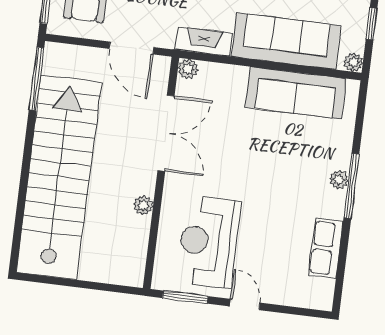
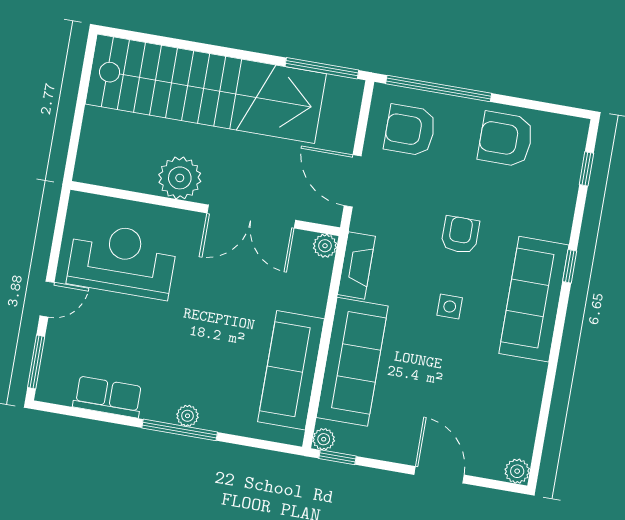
window: (372, 24) -> (338, 457), moved
door: (132, 48) -> (353, 181), hinge flipped
plant: (143, 205) -> (180, 178), width x1.88, depth x1.88
window: (185, 297) -> (36, 362), moved

